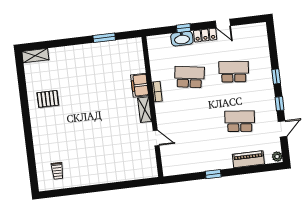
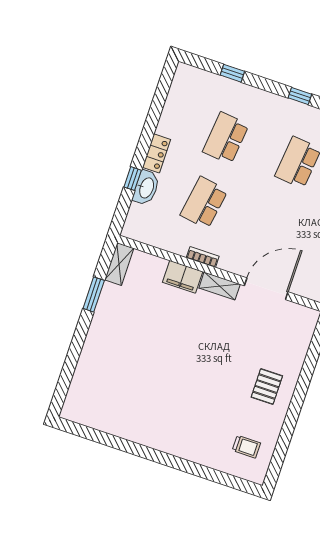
door: (223, 23) -> (152, 121), removed
shelving: (35, 56) -> (119, 264), moved
window: (276, 76) -> (232, 73), moved
pallet: (48, 99) -> (267, 387), moved
door: (156, 138) -> (266, 289), width x1.88

